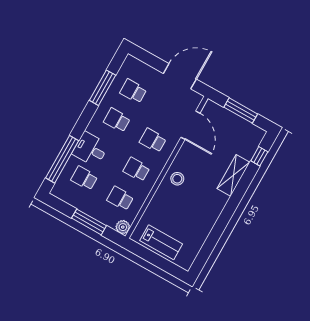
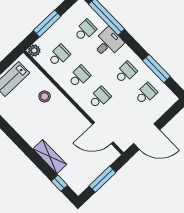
door: (180, 76) -> (147, 137), hinge flipped
stool: (177, 179) -> (45, 96), moved

